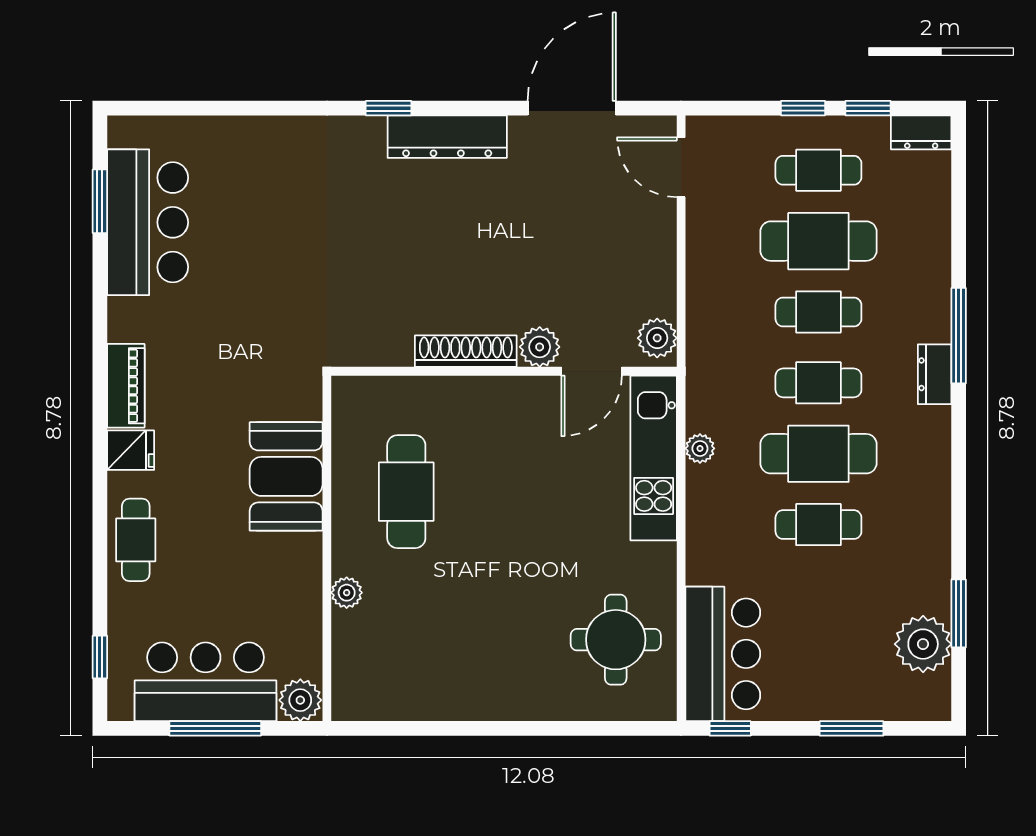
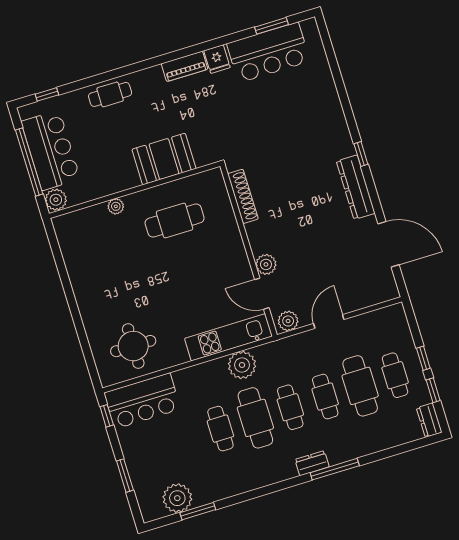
door: (681, 167) -> (329, 321), moved
shoe rack: (466, 351) -> (243, 196), moved
plant: (700, 448) -> (242, 365), width x1.88, depth x1.88
fridge: (131, 450) -> (217, 59), moved
window: (215, 728) -> (29, 162), width x1.46

